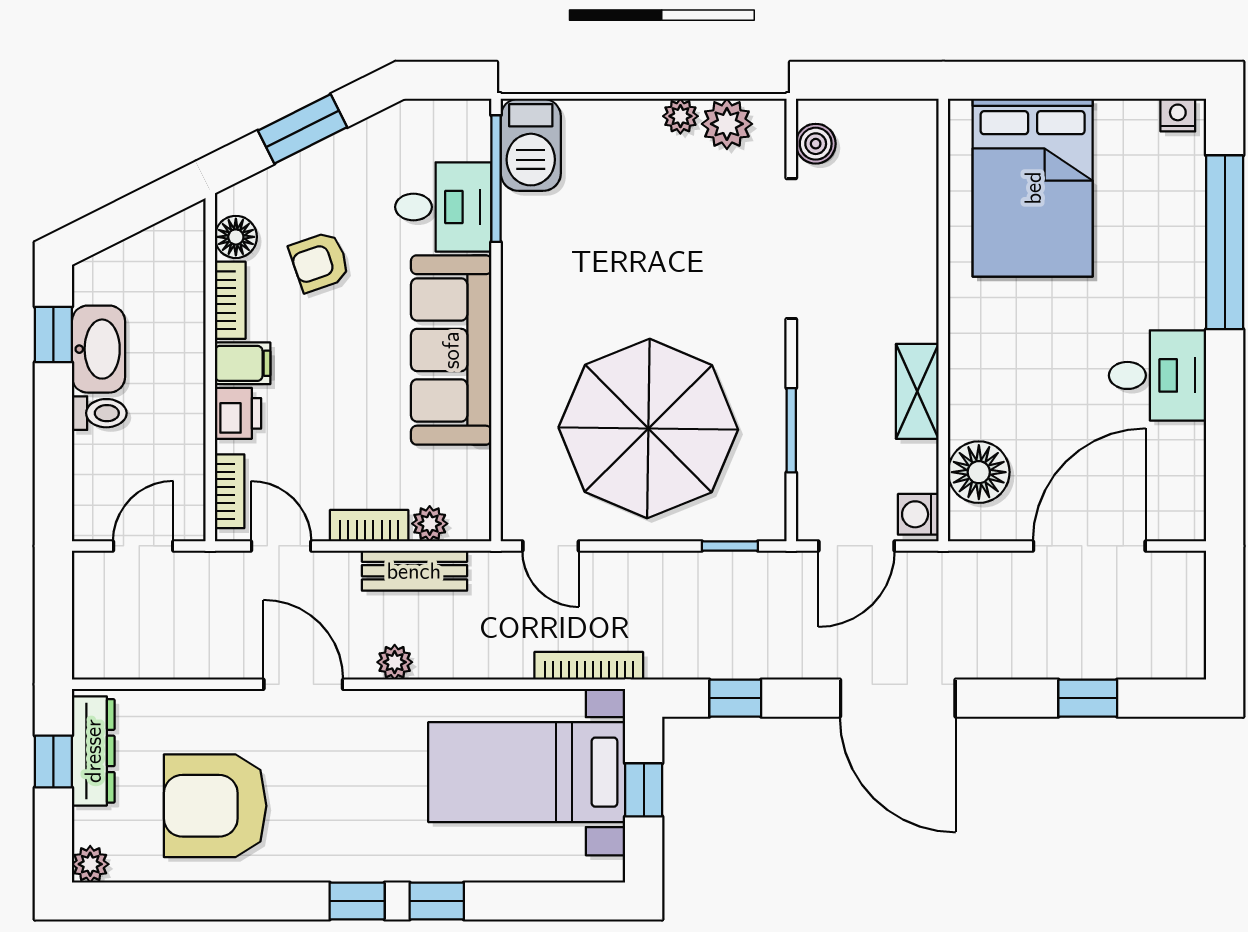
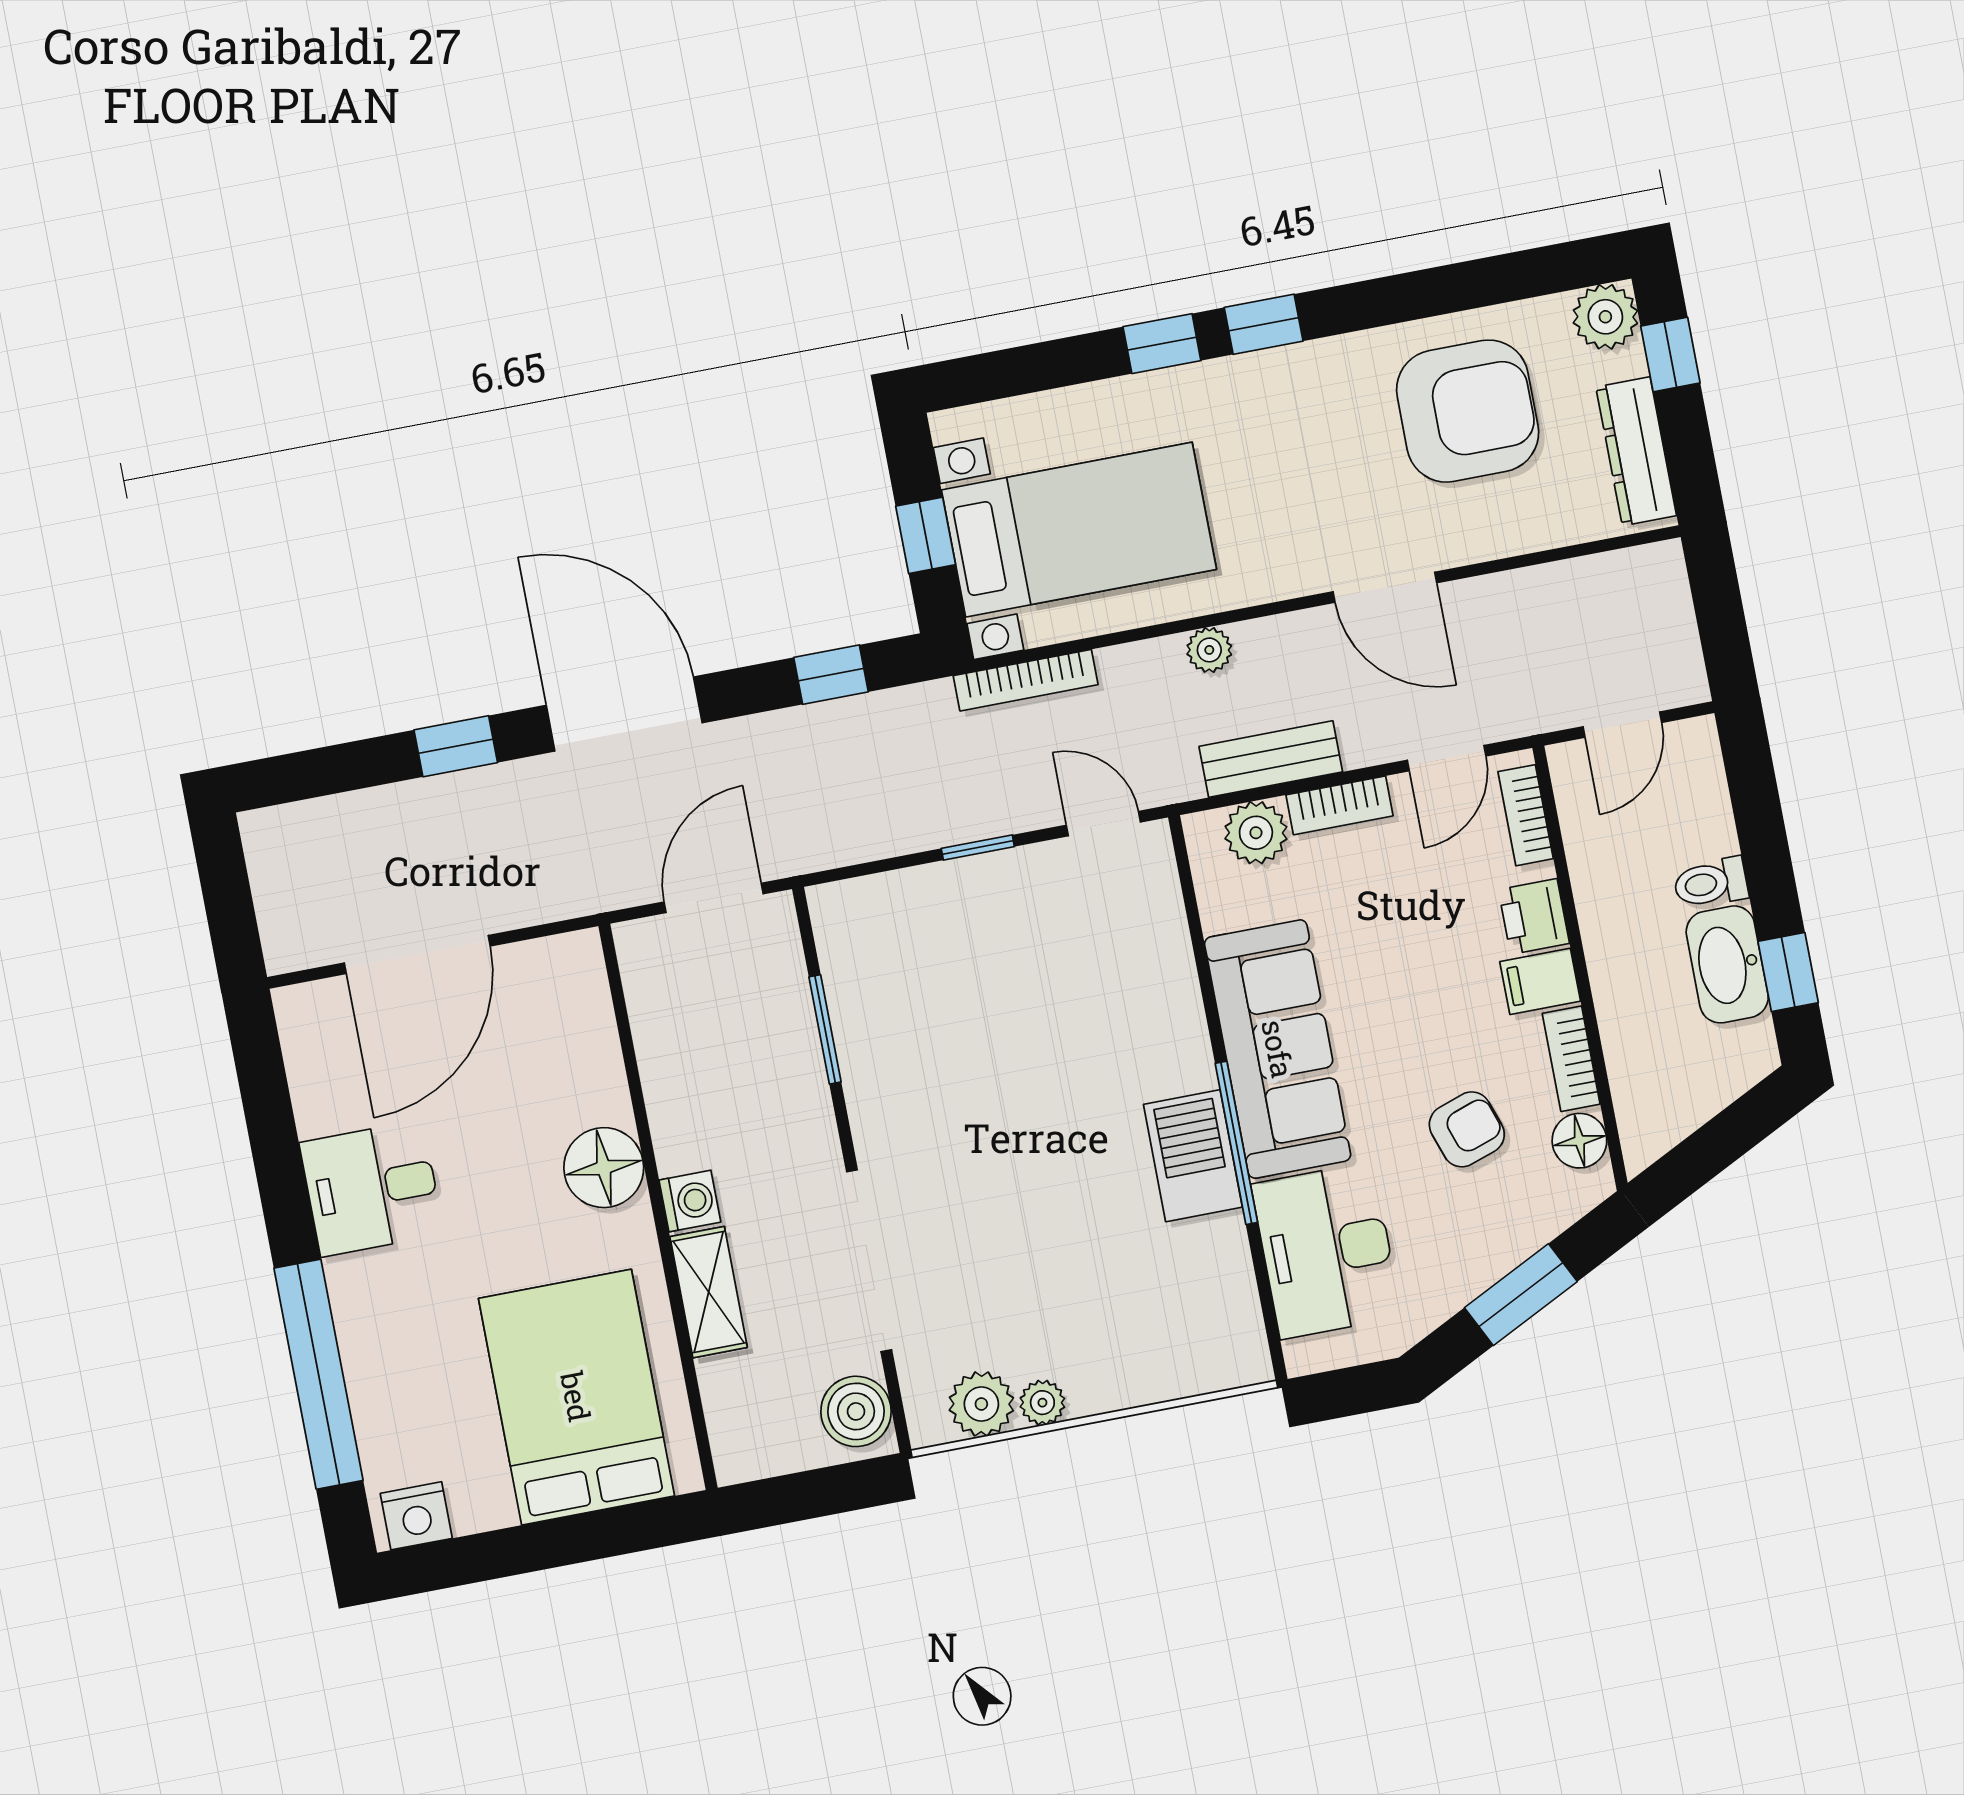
nightstand: (1178, 115) -> (416, 1516), width x1.39, depth x1.35
boiler: (816, 144) -> (856, 1411), width x1.36, depth x1.36
barbecue: (531, 145) -> (1193, 1156), moved
window: (496, 179) -> (1236, 1143), moved
desk: (443, 207) -> (1326, 1250), width x1.37
shelving: (917, 391) -> (709, 1292), moved
parasol: (648, 429) -> (1007, 997), removed
floor lamp: (979, 472) -> (604, 1168), moved
washing machine: (918, 514) -> (690, 1201), moved
plant: (430, 524) -> (1256, 833), width x1.38, depth x1.38
door: (281, 546) -> (1447, 758), hinge flipped
window: (730, 546) -> (978, 848), moved
plant: (395, 662) -> (1209, 650), moved
window: (1088, 698) -> (456, 746), moved
window: (53, 761) -> (1670, 355), moved
plant: (90, 864) -> (1605, 317), width x1.38, depth x1.38

